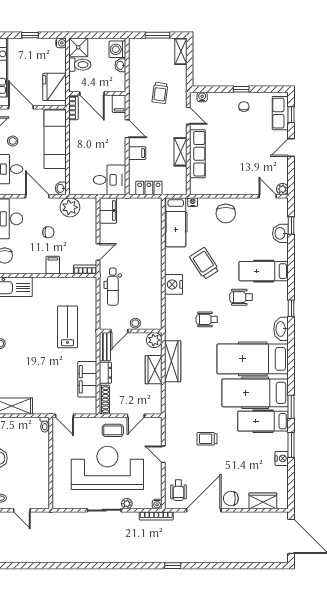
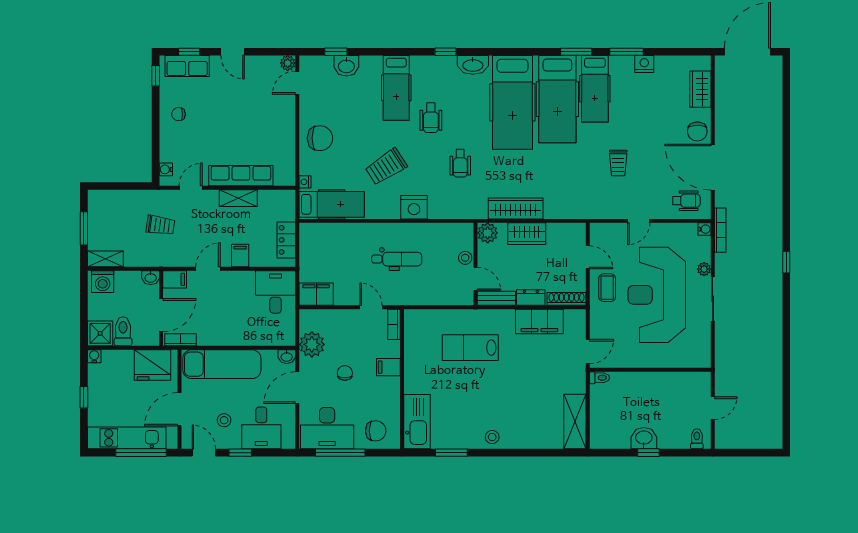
shelving: (181, 51) -> (105, 259), moved
washbasin: (120, 65) -> (151, 278), moved
window: (241, 89) -> (156, 76), moved
dental chair: (113, 287) -> (397, 259), moved
window: (173, 566) -> (786, 262), moved

